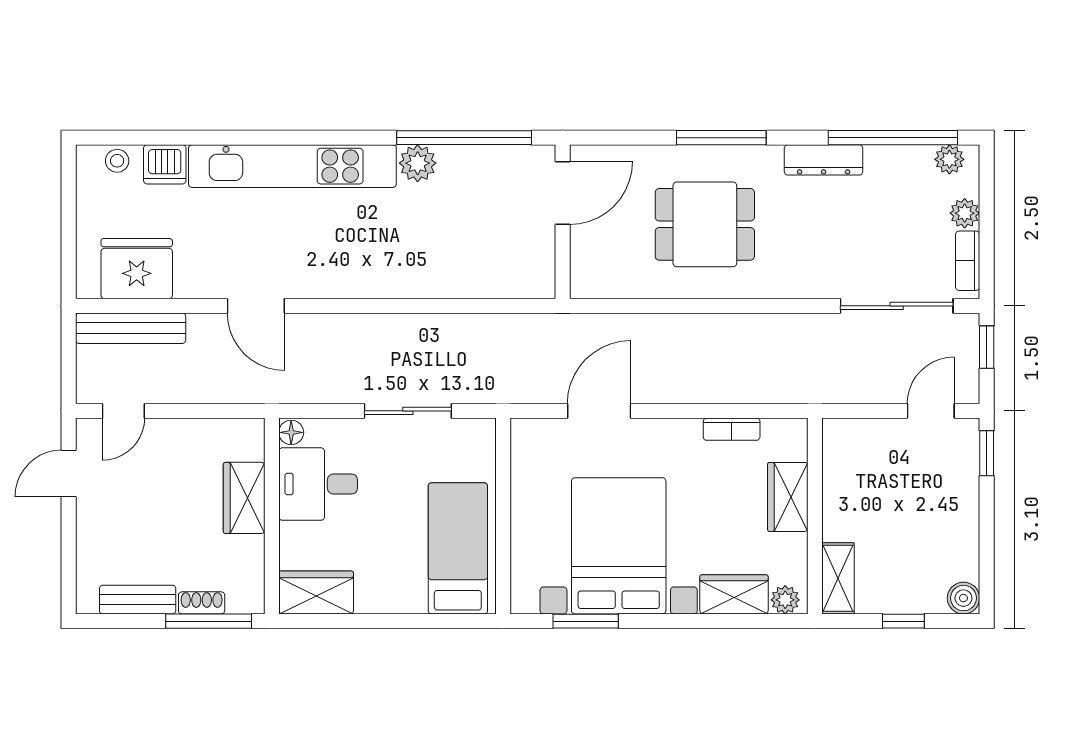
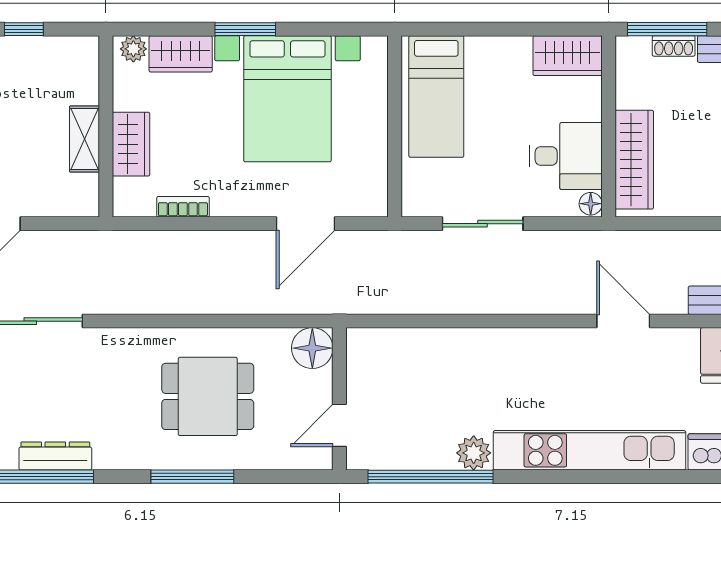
dresser: (824, 160) -> (55, 456), moved
door: (563, 193) -> (339, 425), width x0.73
floor lamp: (592, 277) -> (312, 348), added
wardrobe: (244, 498) -> (634, 160), width x1.50
shelving: (838, 578) -> (84, 139), moved
window: (586, 621) -> (245, 29), moved

